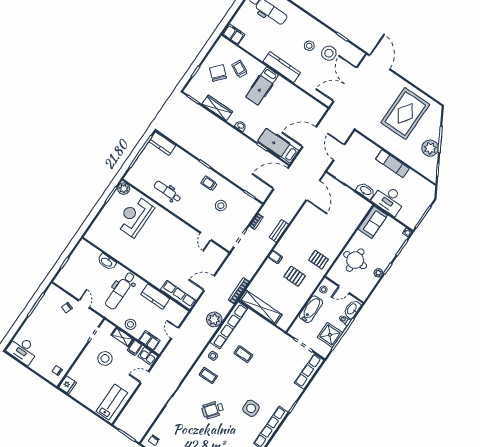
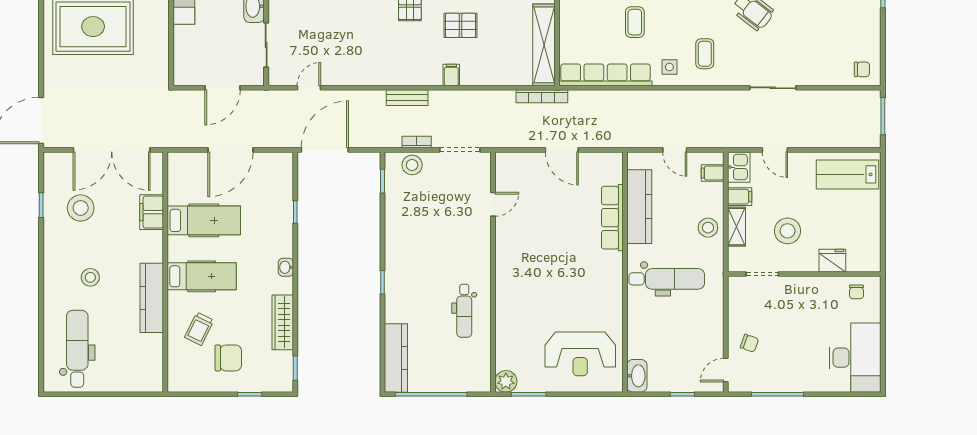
filing cabinet: (234, 34) -> (152, 212), moved
stool: (309, 46) -> (90, 277), moved
kitchen counter: (282, 67) -> (152, 298), moved
chair: (218, 73) -> (228, 358), turned -131
door: (309, 137) -> (230, 150), hinge flipped
kitchen counter: (162, 144) -> (396, 358), width x1.50
hospital bed: (278, 146) -> (204, 220), moved, turned -90
door: (281, 179) -> (325, 150), swing flipped
trolley: (209, 183) -> (408, 255), removed
door: (313, 190) -> (309, 88), width x0.53
stool: (221, 206) -> (412, 165), moved
reception desk: (135, 216) -> (580, 354), moved
washbasin: (107, 262) -> (637, 376), moved
pallet: (295, 276) -> (460, 25), turned 90
row of seats: (178, 295) -> (612, 218), moved
kitchen counter: (155, 297) -> (639, 207), width x1.50
door: (84, 304) -> (726, 370), moved
plant: (214, 319) -> (612, 104), removed
door: (175, 333) -> (675, 150), hinge flipped
filing cabinet: (150, 340) -> (713, 173), width x0.50
desk: (23, 350) -> (855, 358), width x1.36, depth x1.30
fridge: (68, 385) -> (832, 261), moved

